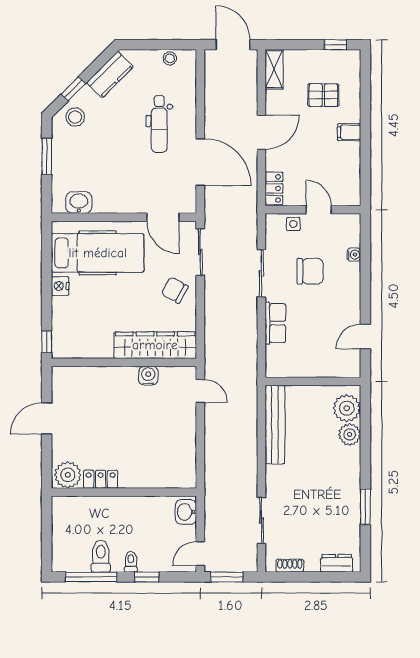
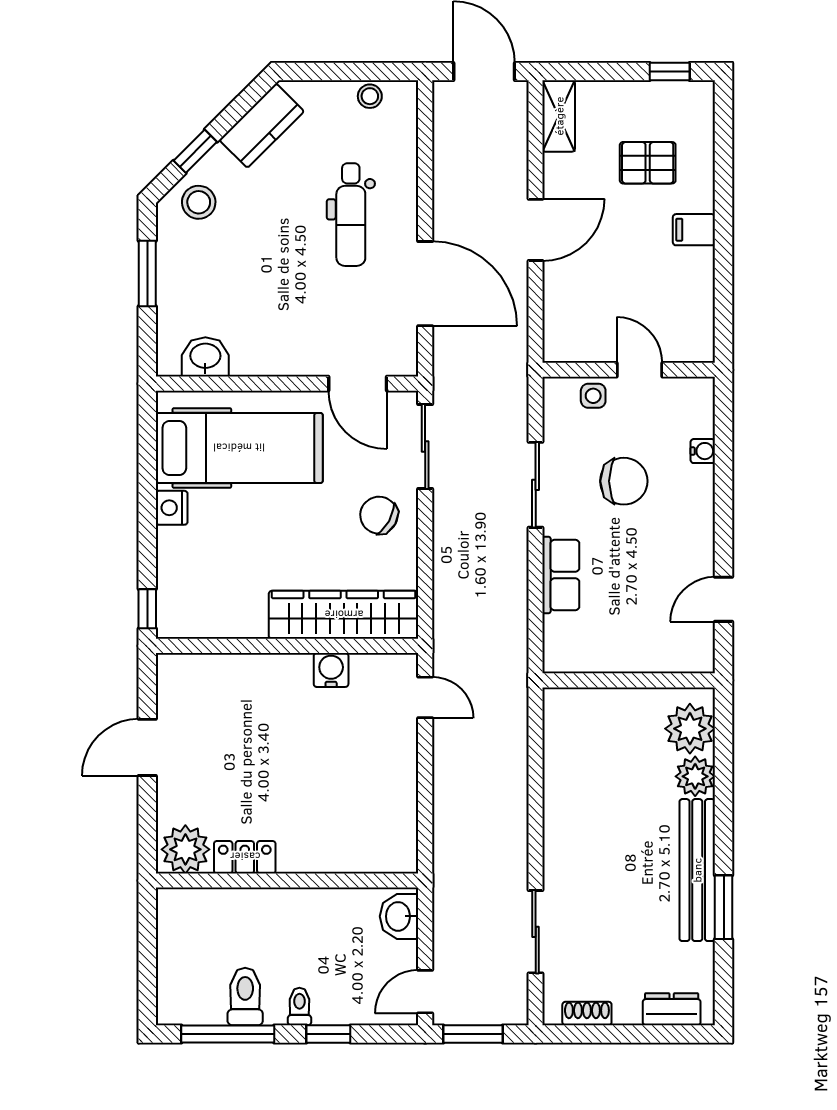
locker: (274, 188) -> (558, 331), removed
bench: (275, 425) -> (697, 870), moved

